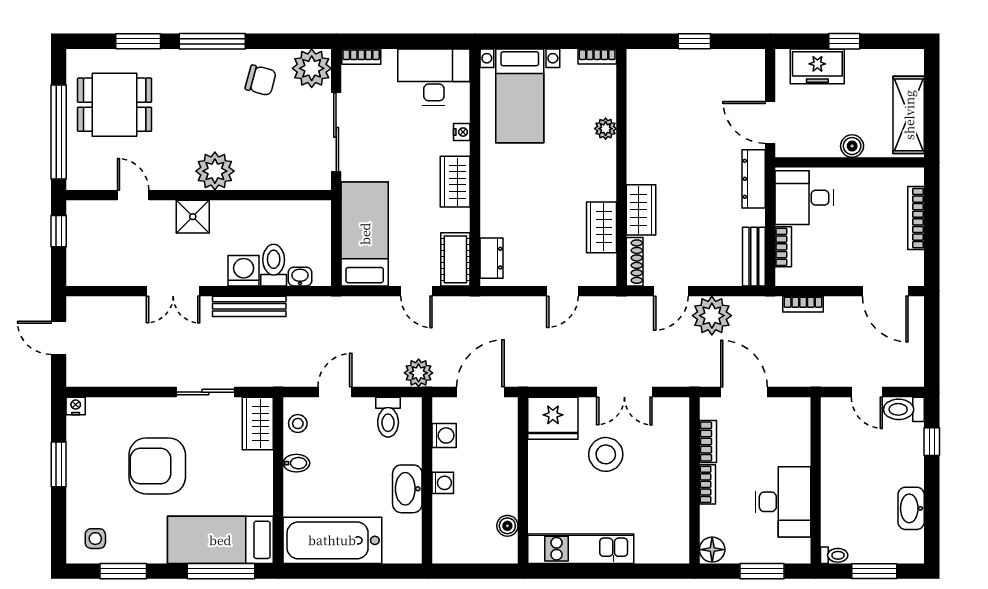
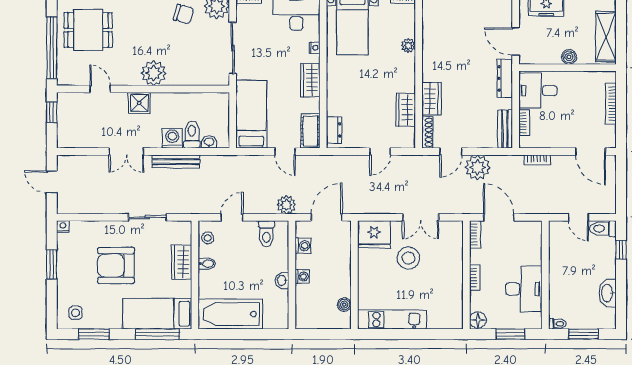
wardrobe: (258, 423) -> (182, 262), moved
bookcase: (708, 442) -> (475, 234), moved
washbasin: (407, 489) -> (282, 280), width x0.52, depth x0.69

